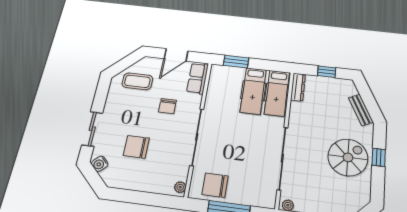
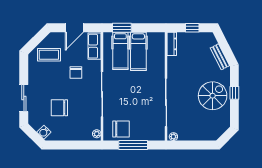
hospital bed: (277, 93) -> (120, 51), moved
water cooler: (100, 164) -> (44, 132), moved
chair: (215, 185) -> (121, 129), turned 180

